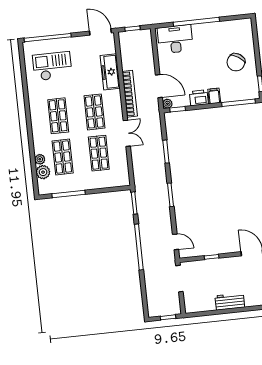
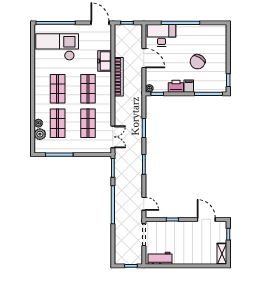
chair: (236, 62) -> (198, 62), moved
checkout: (52, 66) -> (57, 47), width x1.36, depth x1.21
freezer: (110, 72) -> (105, 61), width x0.71
door: (159, 86) -> (144, 58), moved
double door: (127, 133) -> (113, 137), moved
workbench: (230, 302) -> (160, 258), moved

